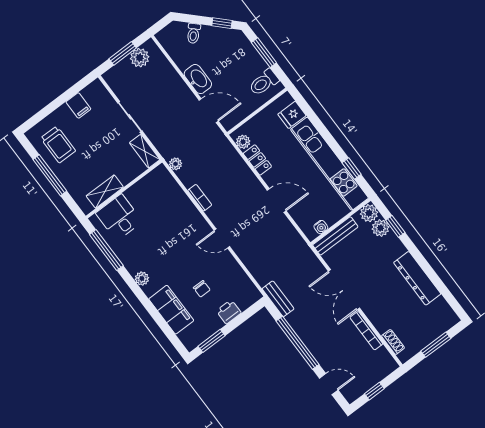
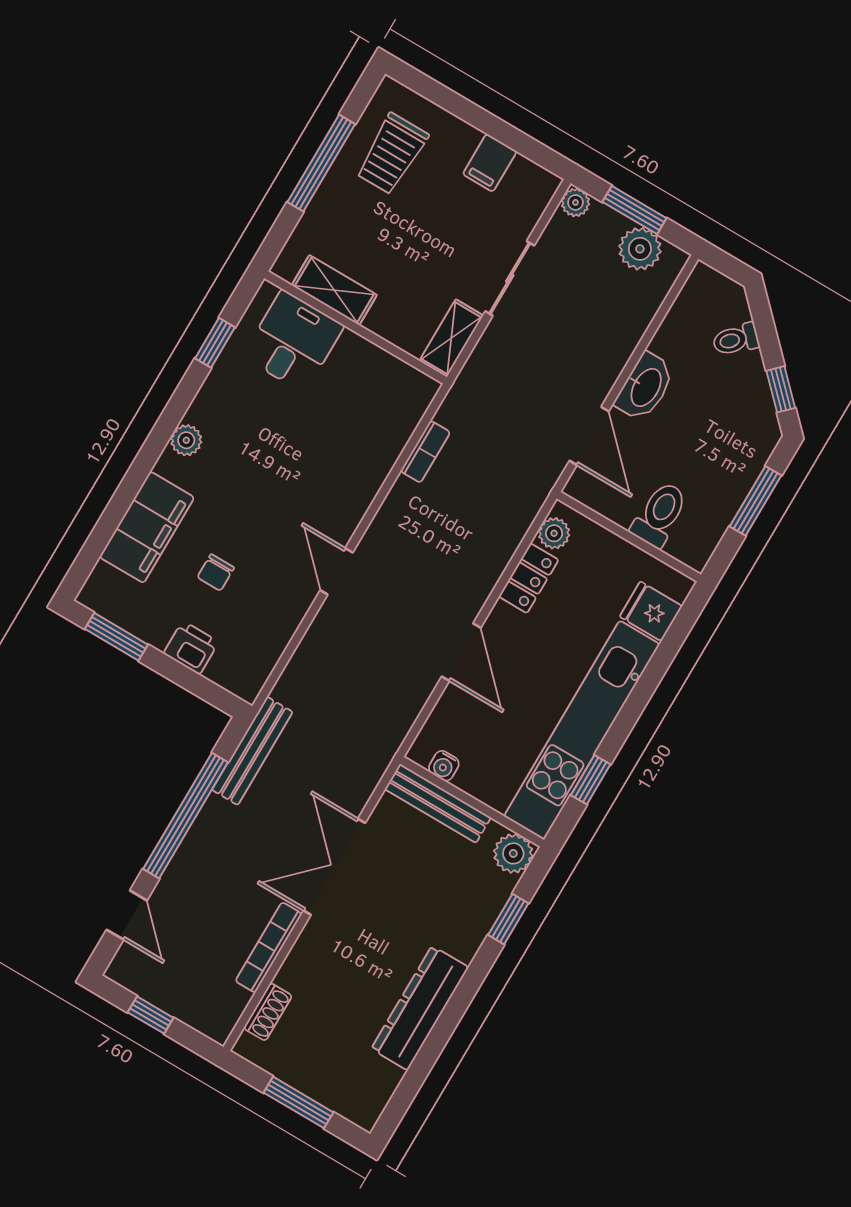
toilet: (264, 82) -> (660, 514), moved, turned 90
plant: (175, 164) -> (575, 202), moved
bookcase: (200, 198) -> (425, 452), moved
plant: (381, 228) -> (492, 890), removed
window: (106, 250) -> (215, 343), width x0.46
bench: (278, 299) -> (252, 751), width x1.36

